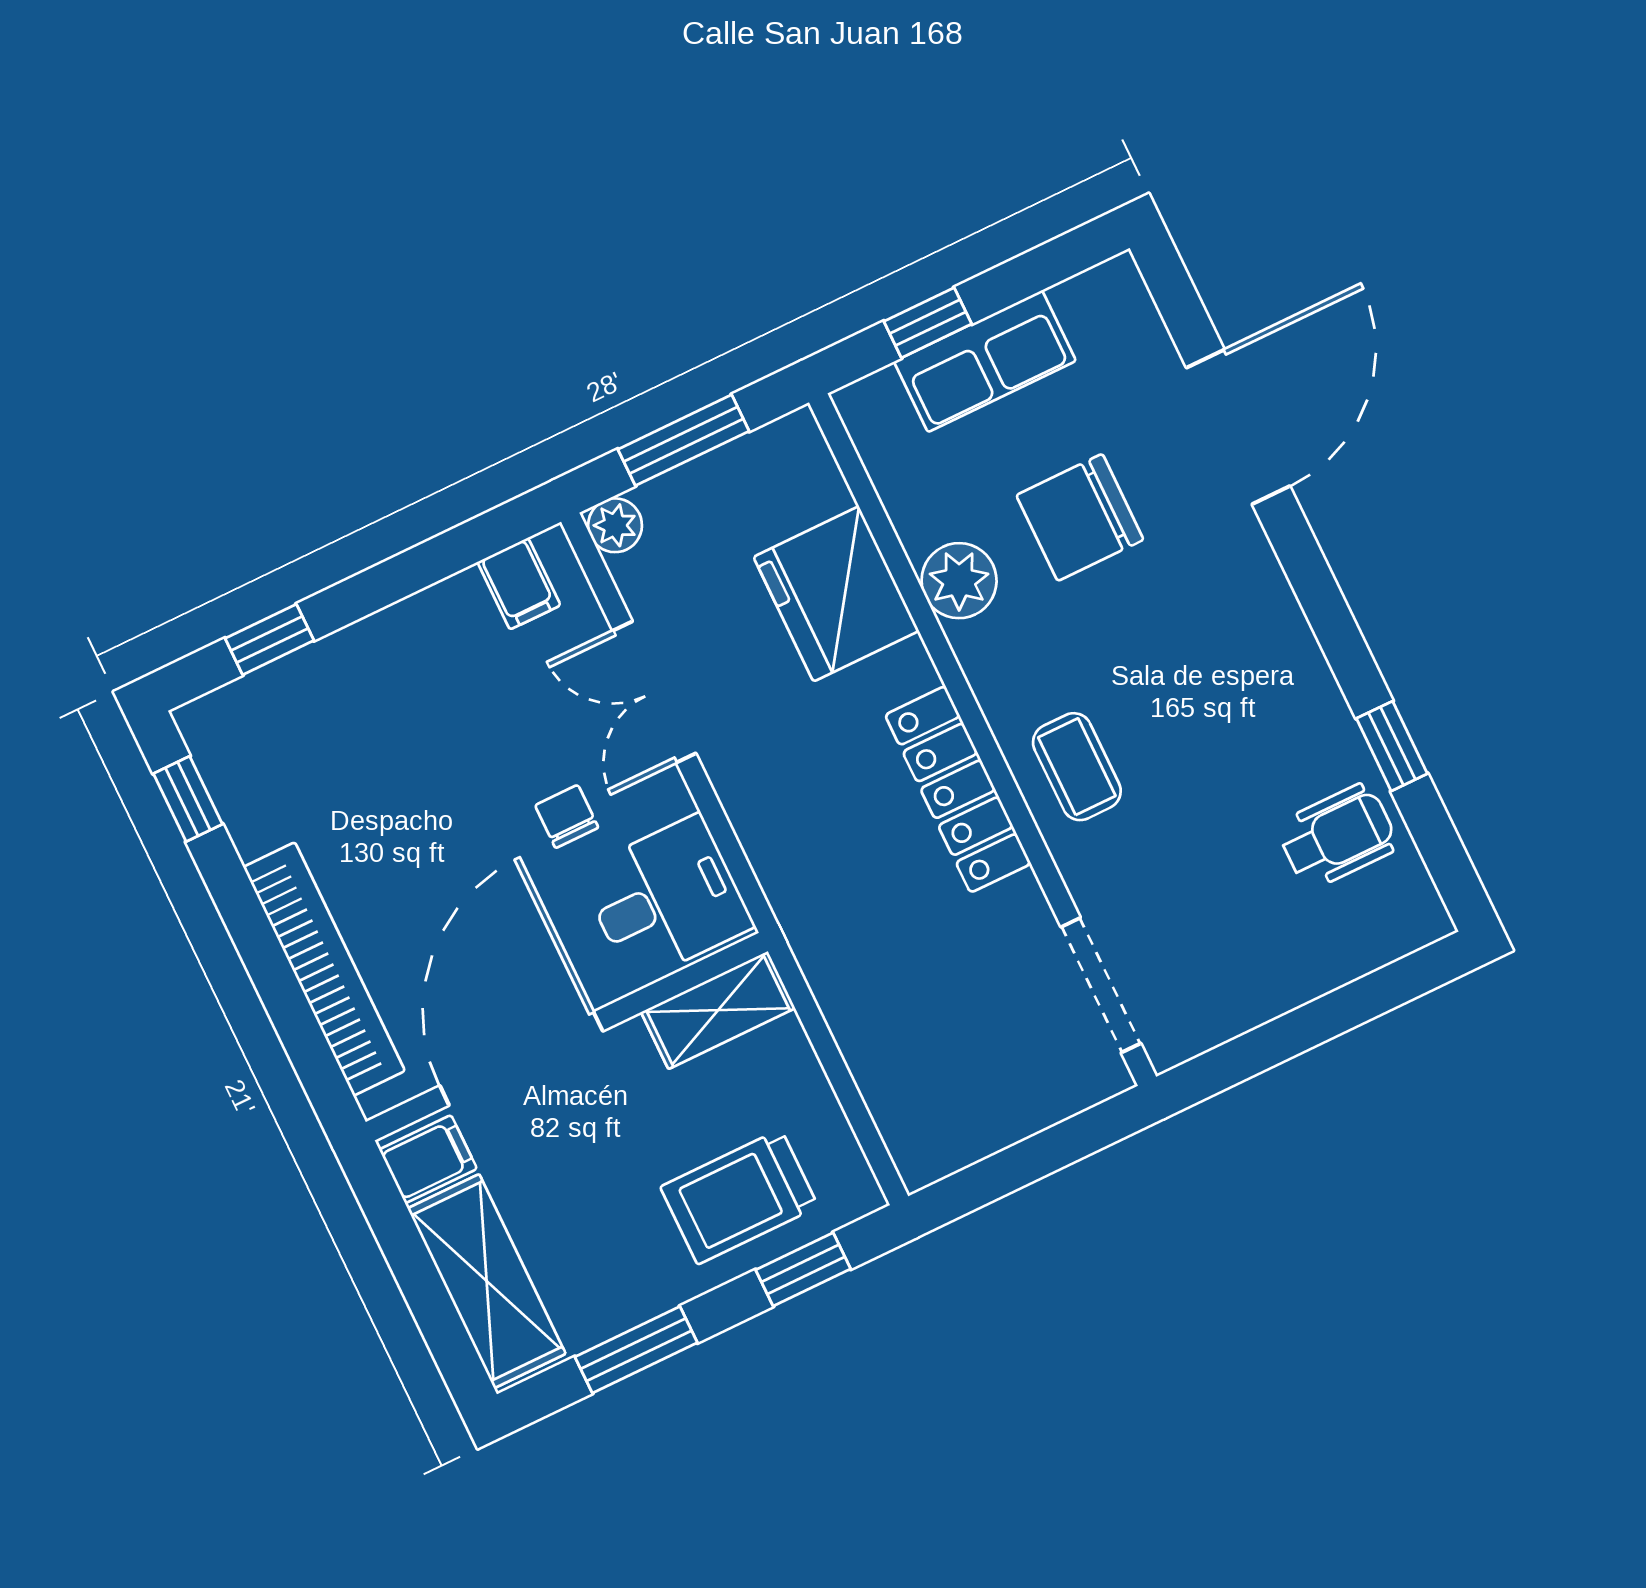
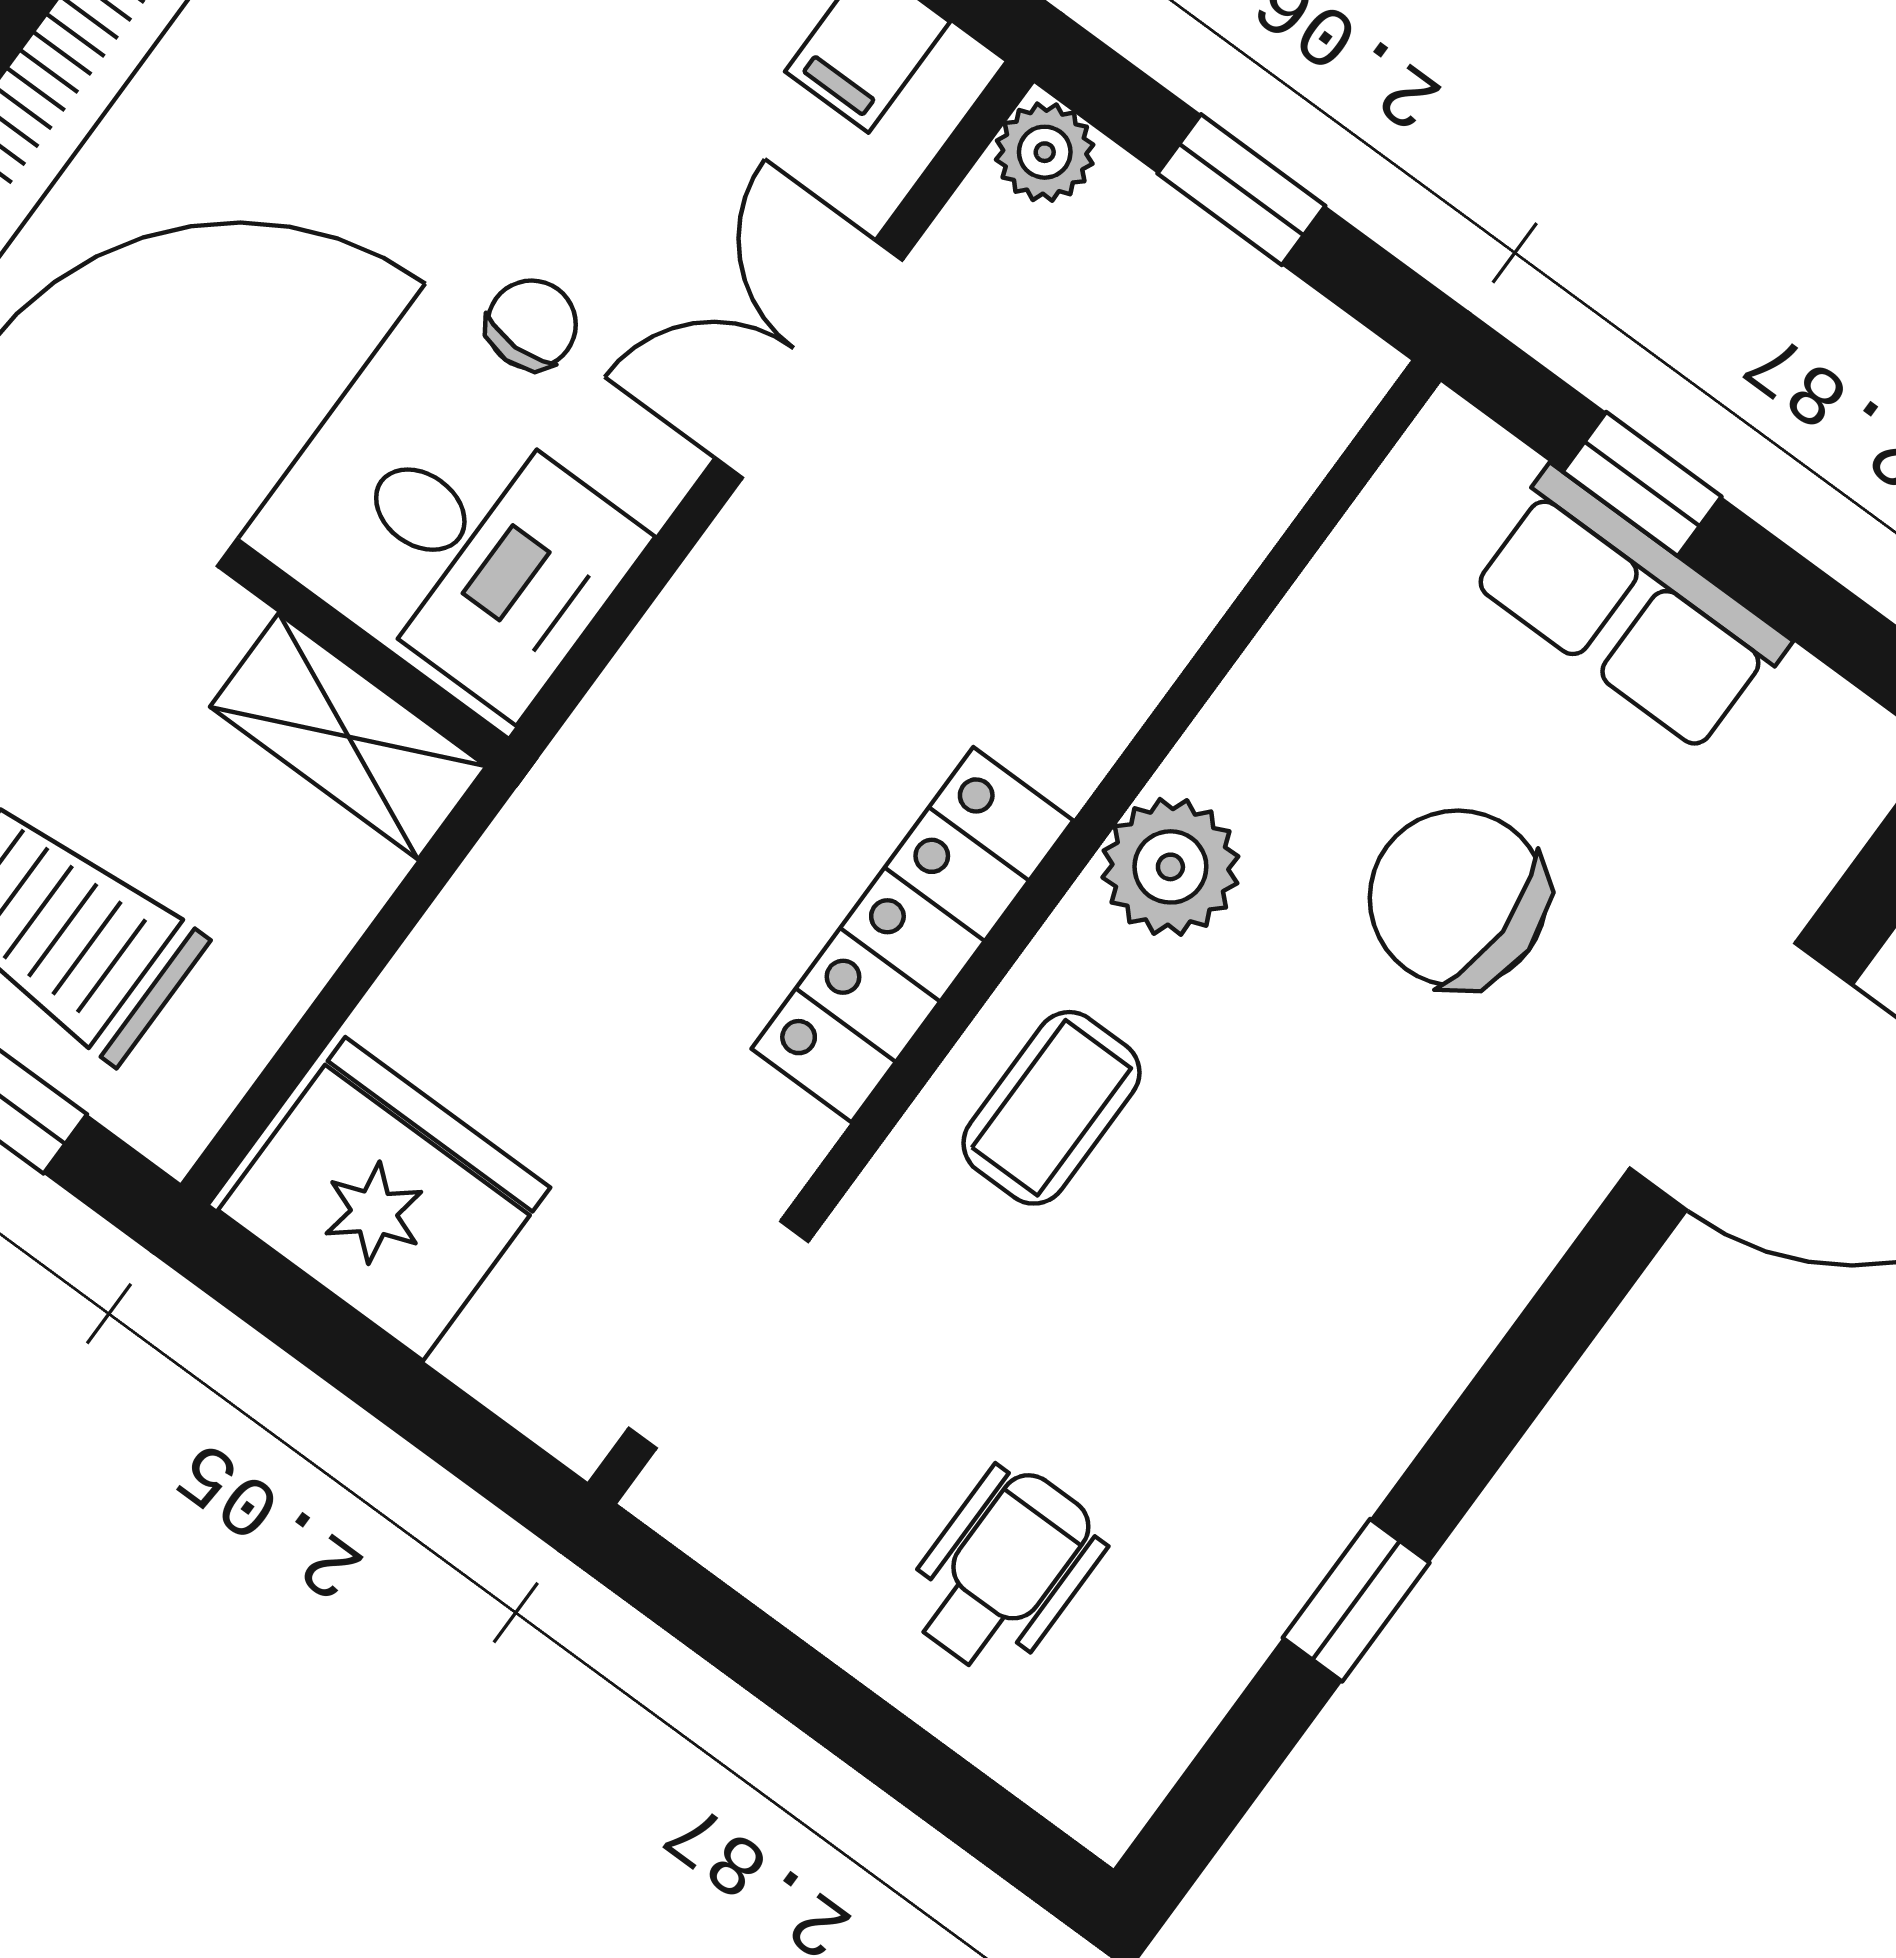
window: (683, 440) -> (1241, 190), width x0.67
plant: (959, 581) -> (1170, 867), moved
fridge: (836, 594) -> (384, 1199), moved, turned 90
wheelchair: (1337, 836) -> (1004, 1570), moved, turned -90

